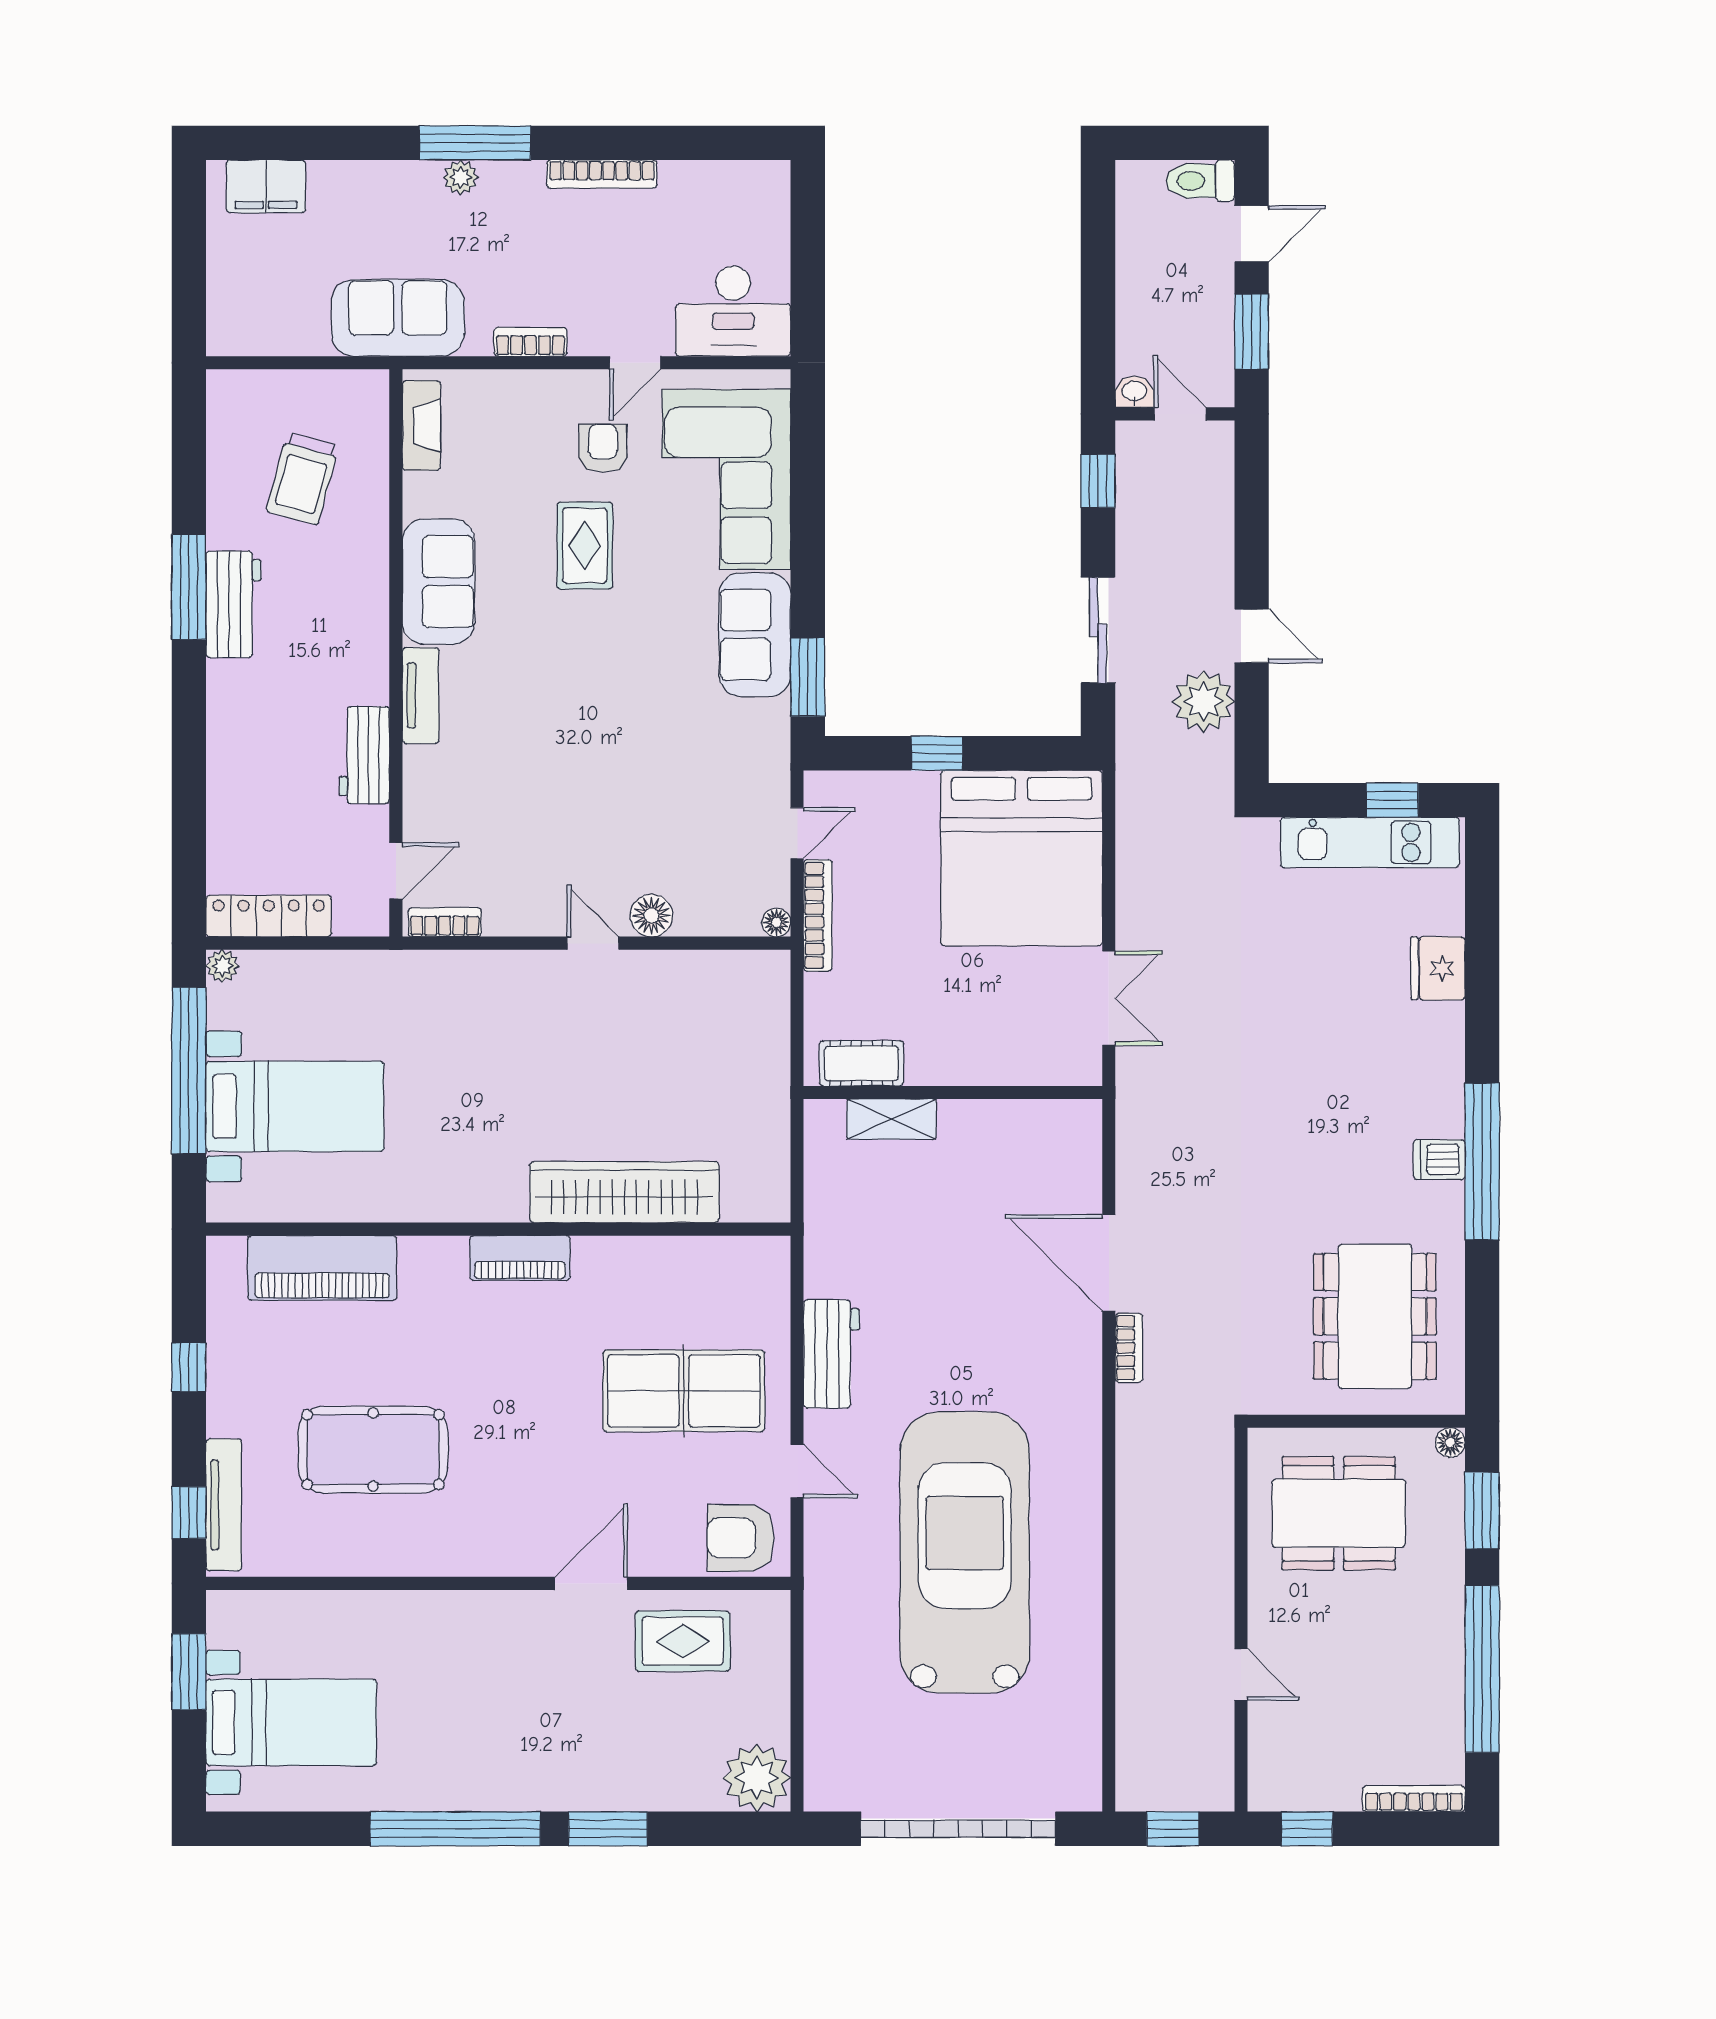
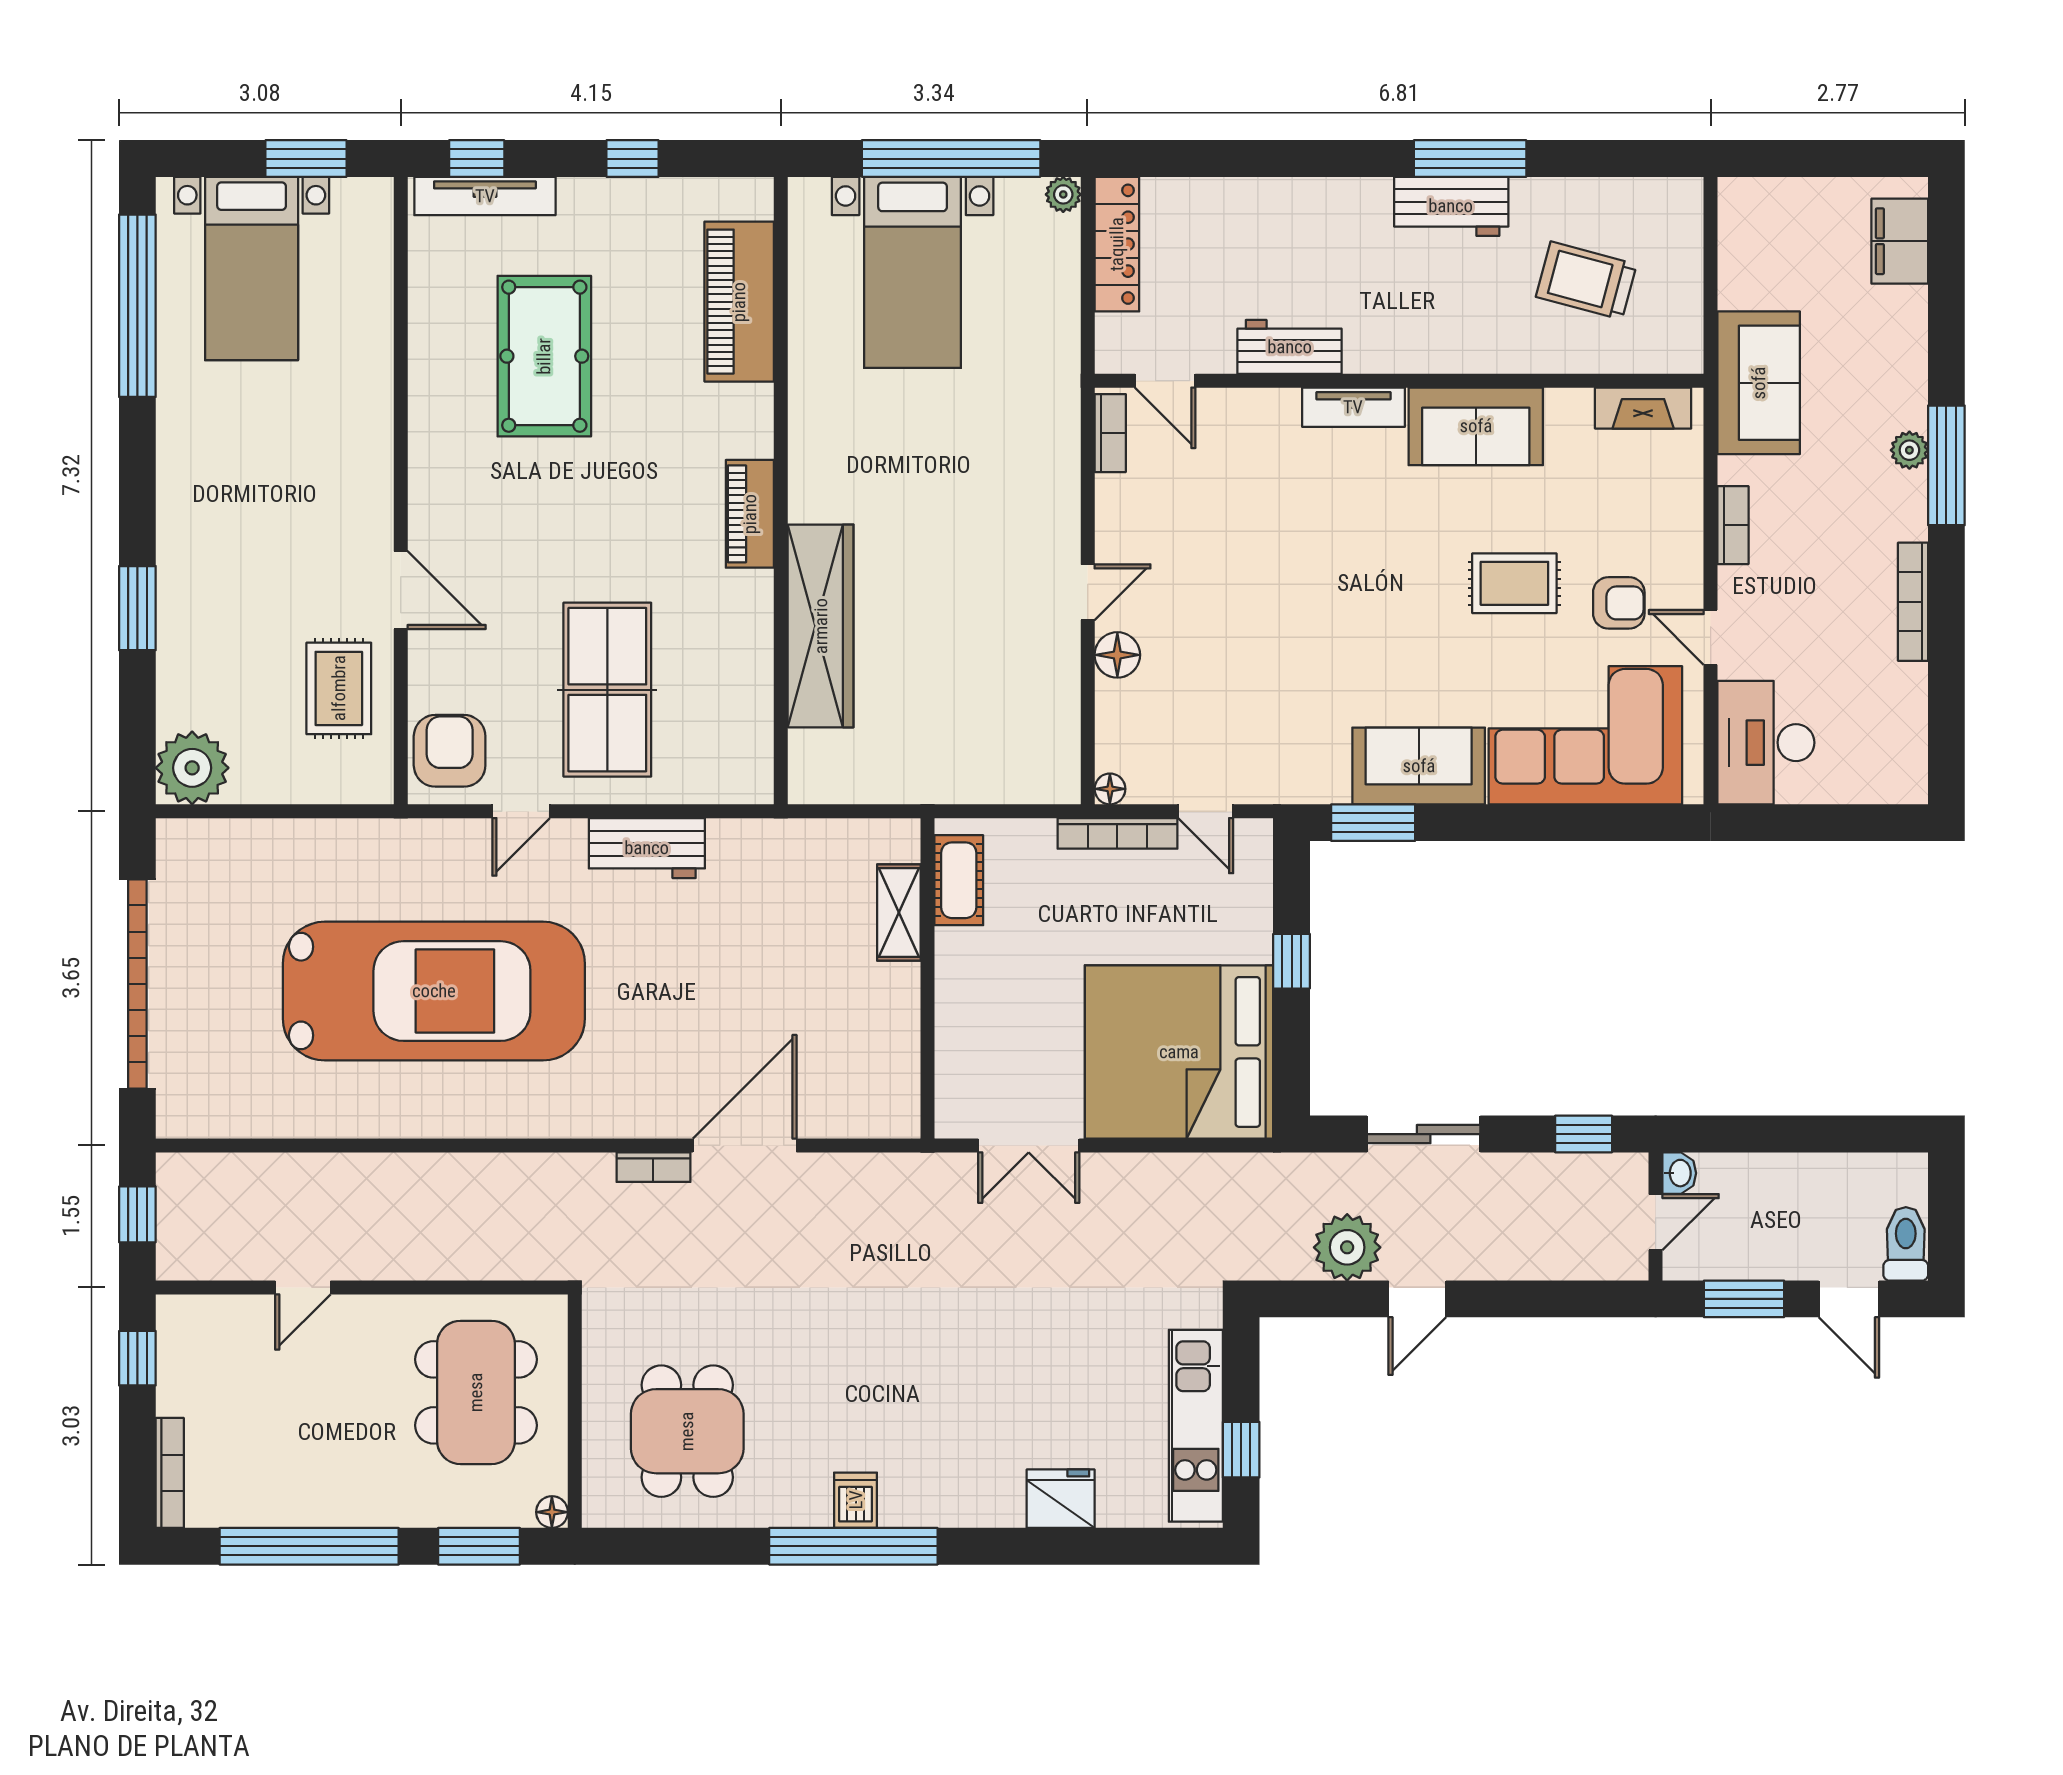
dining table: (1375, 1316) -> (687, 1431), width x0.73
window: (455, 1829) -> (137, 306), moved

